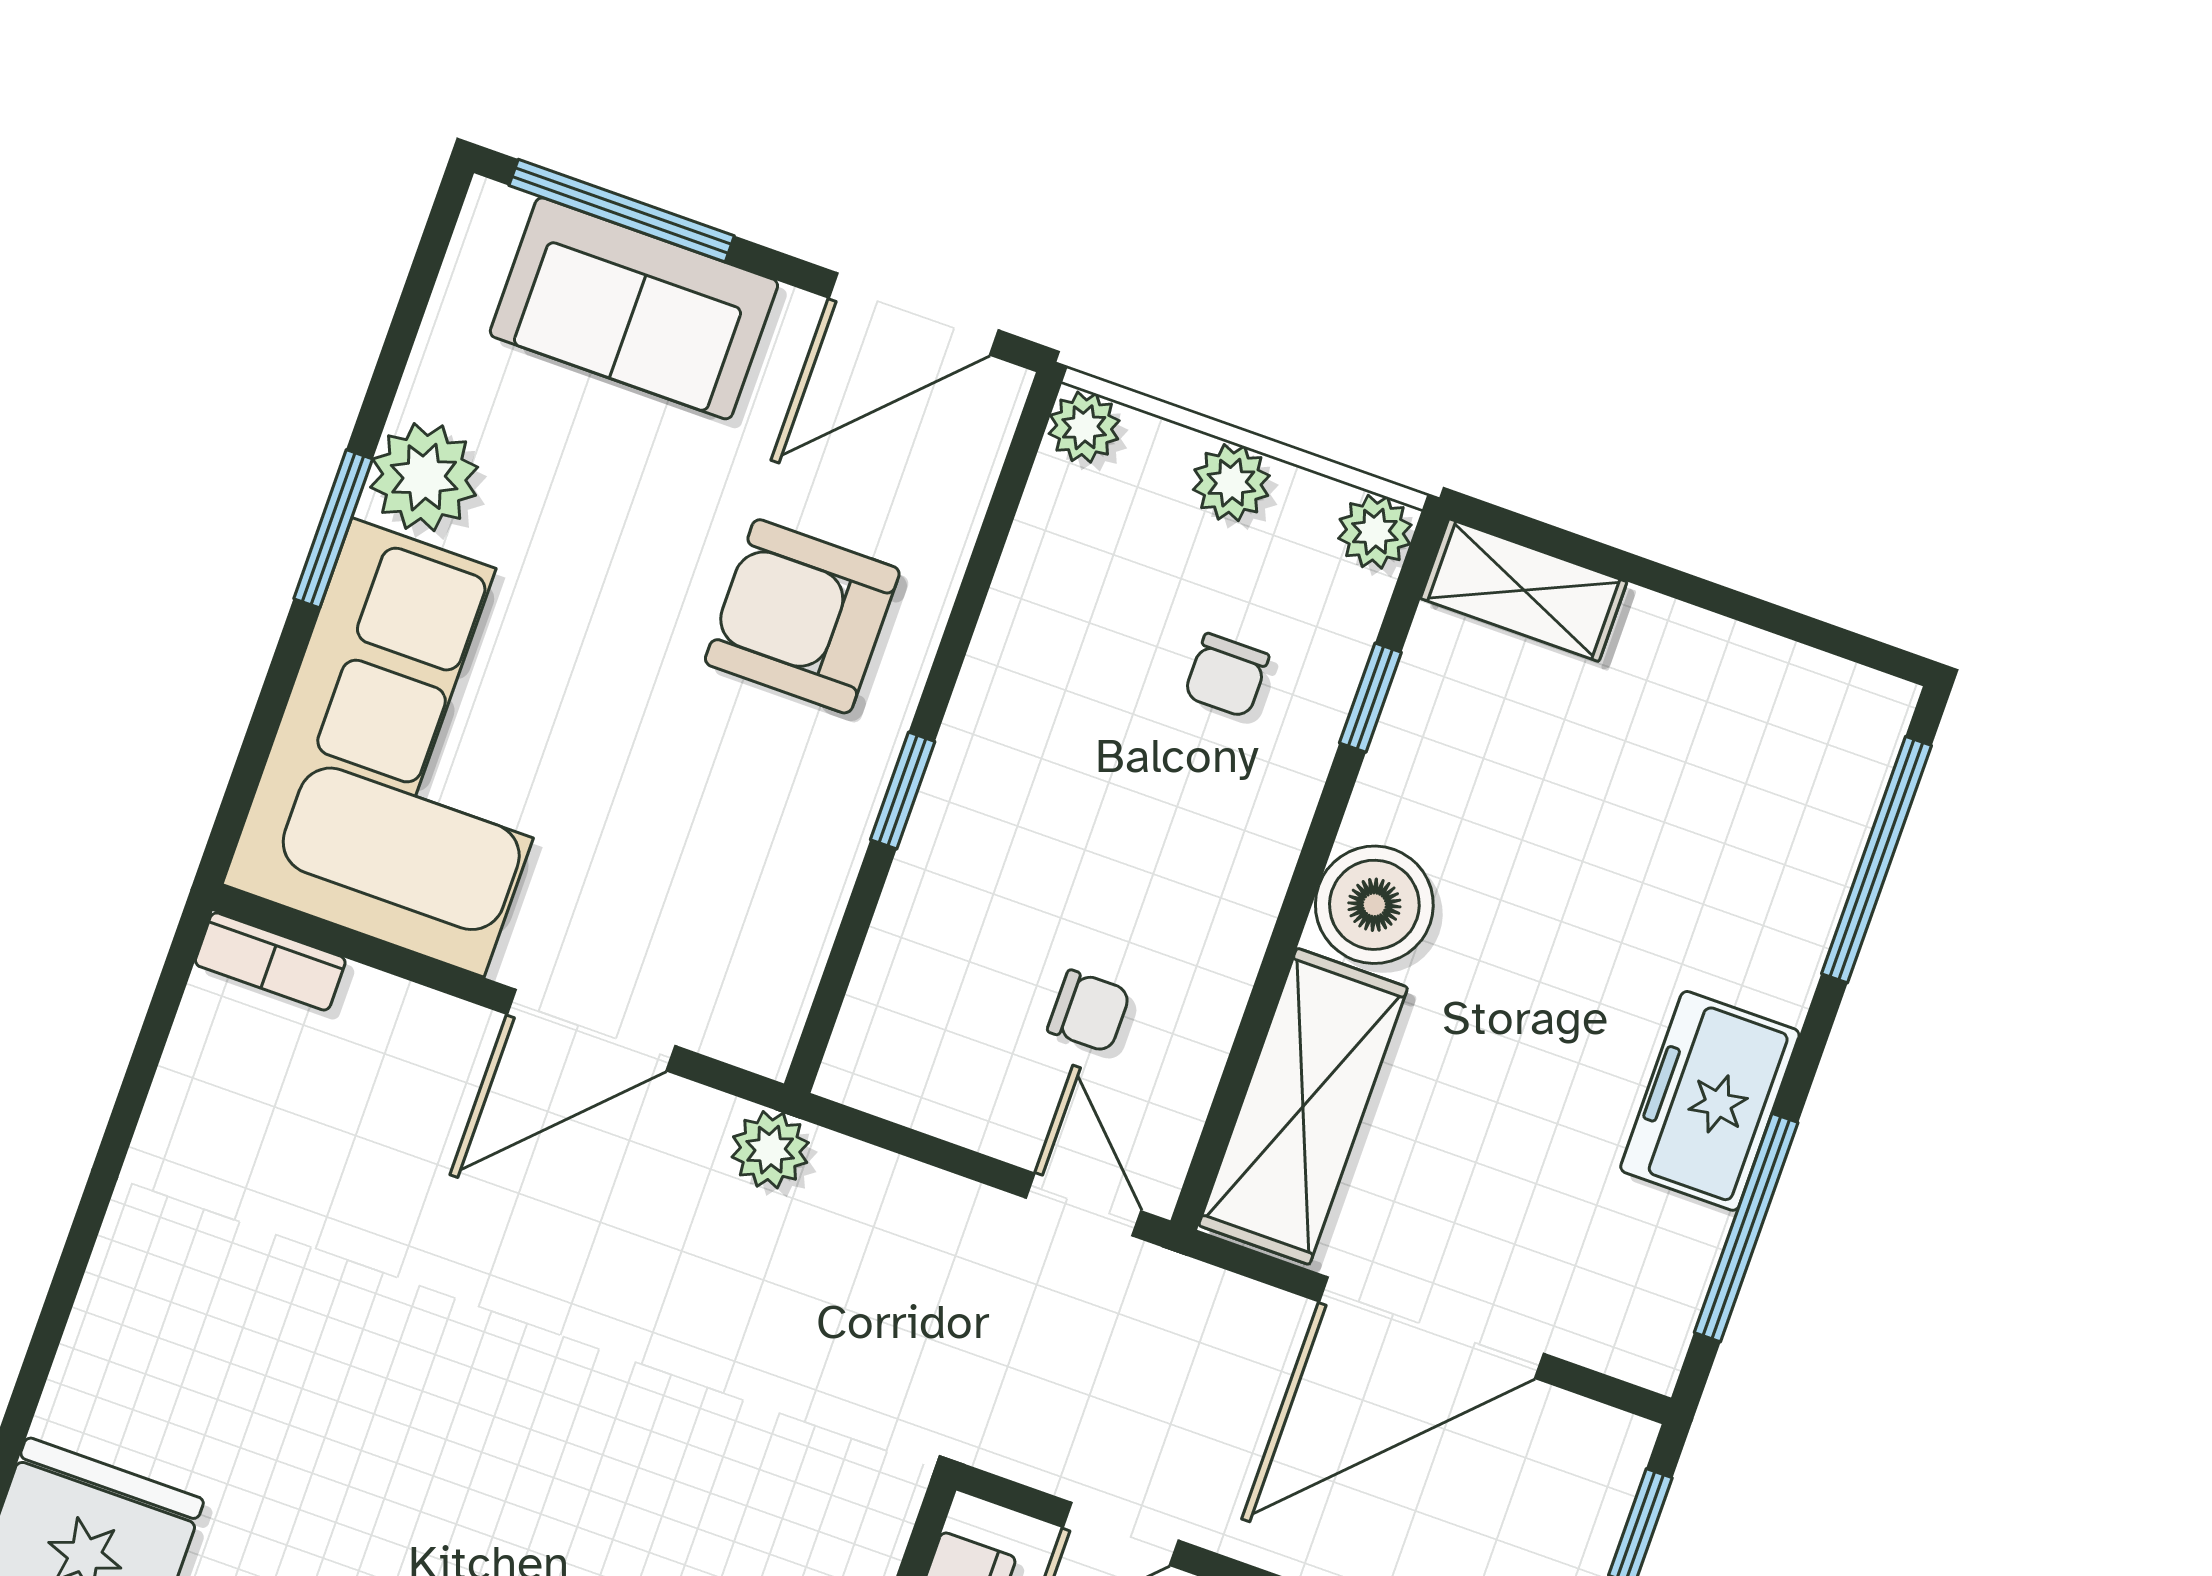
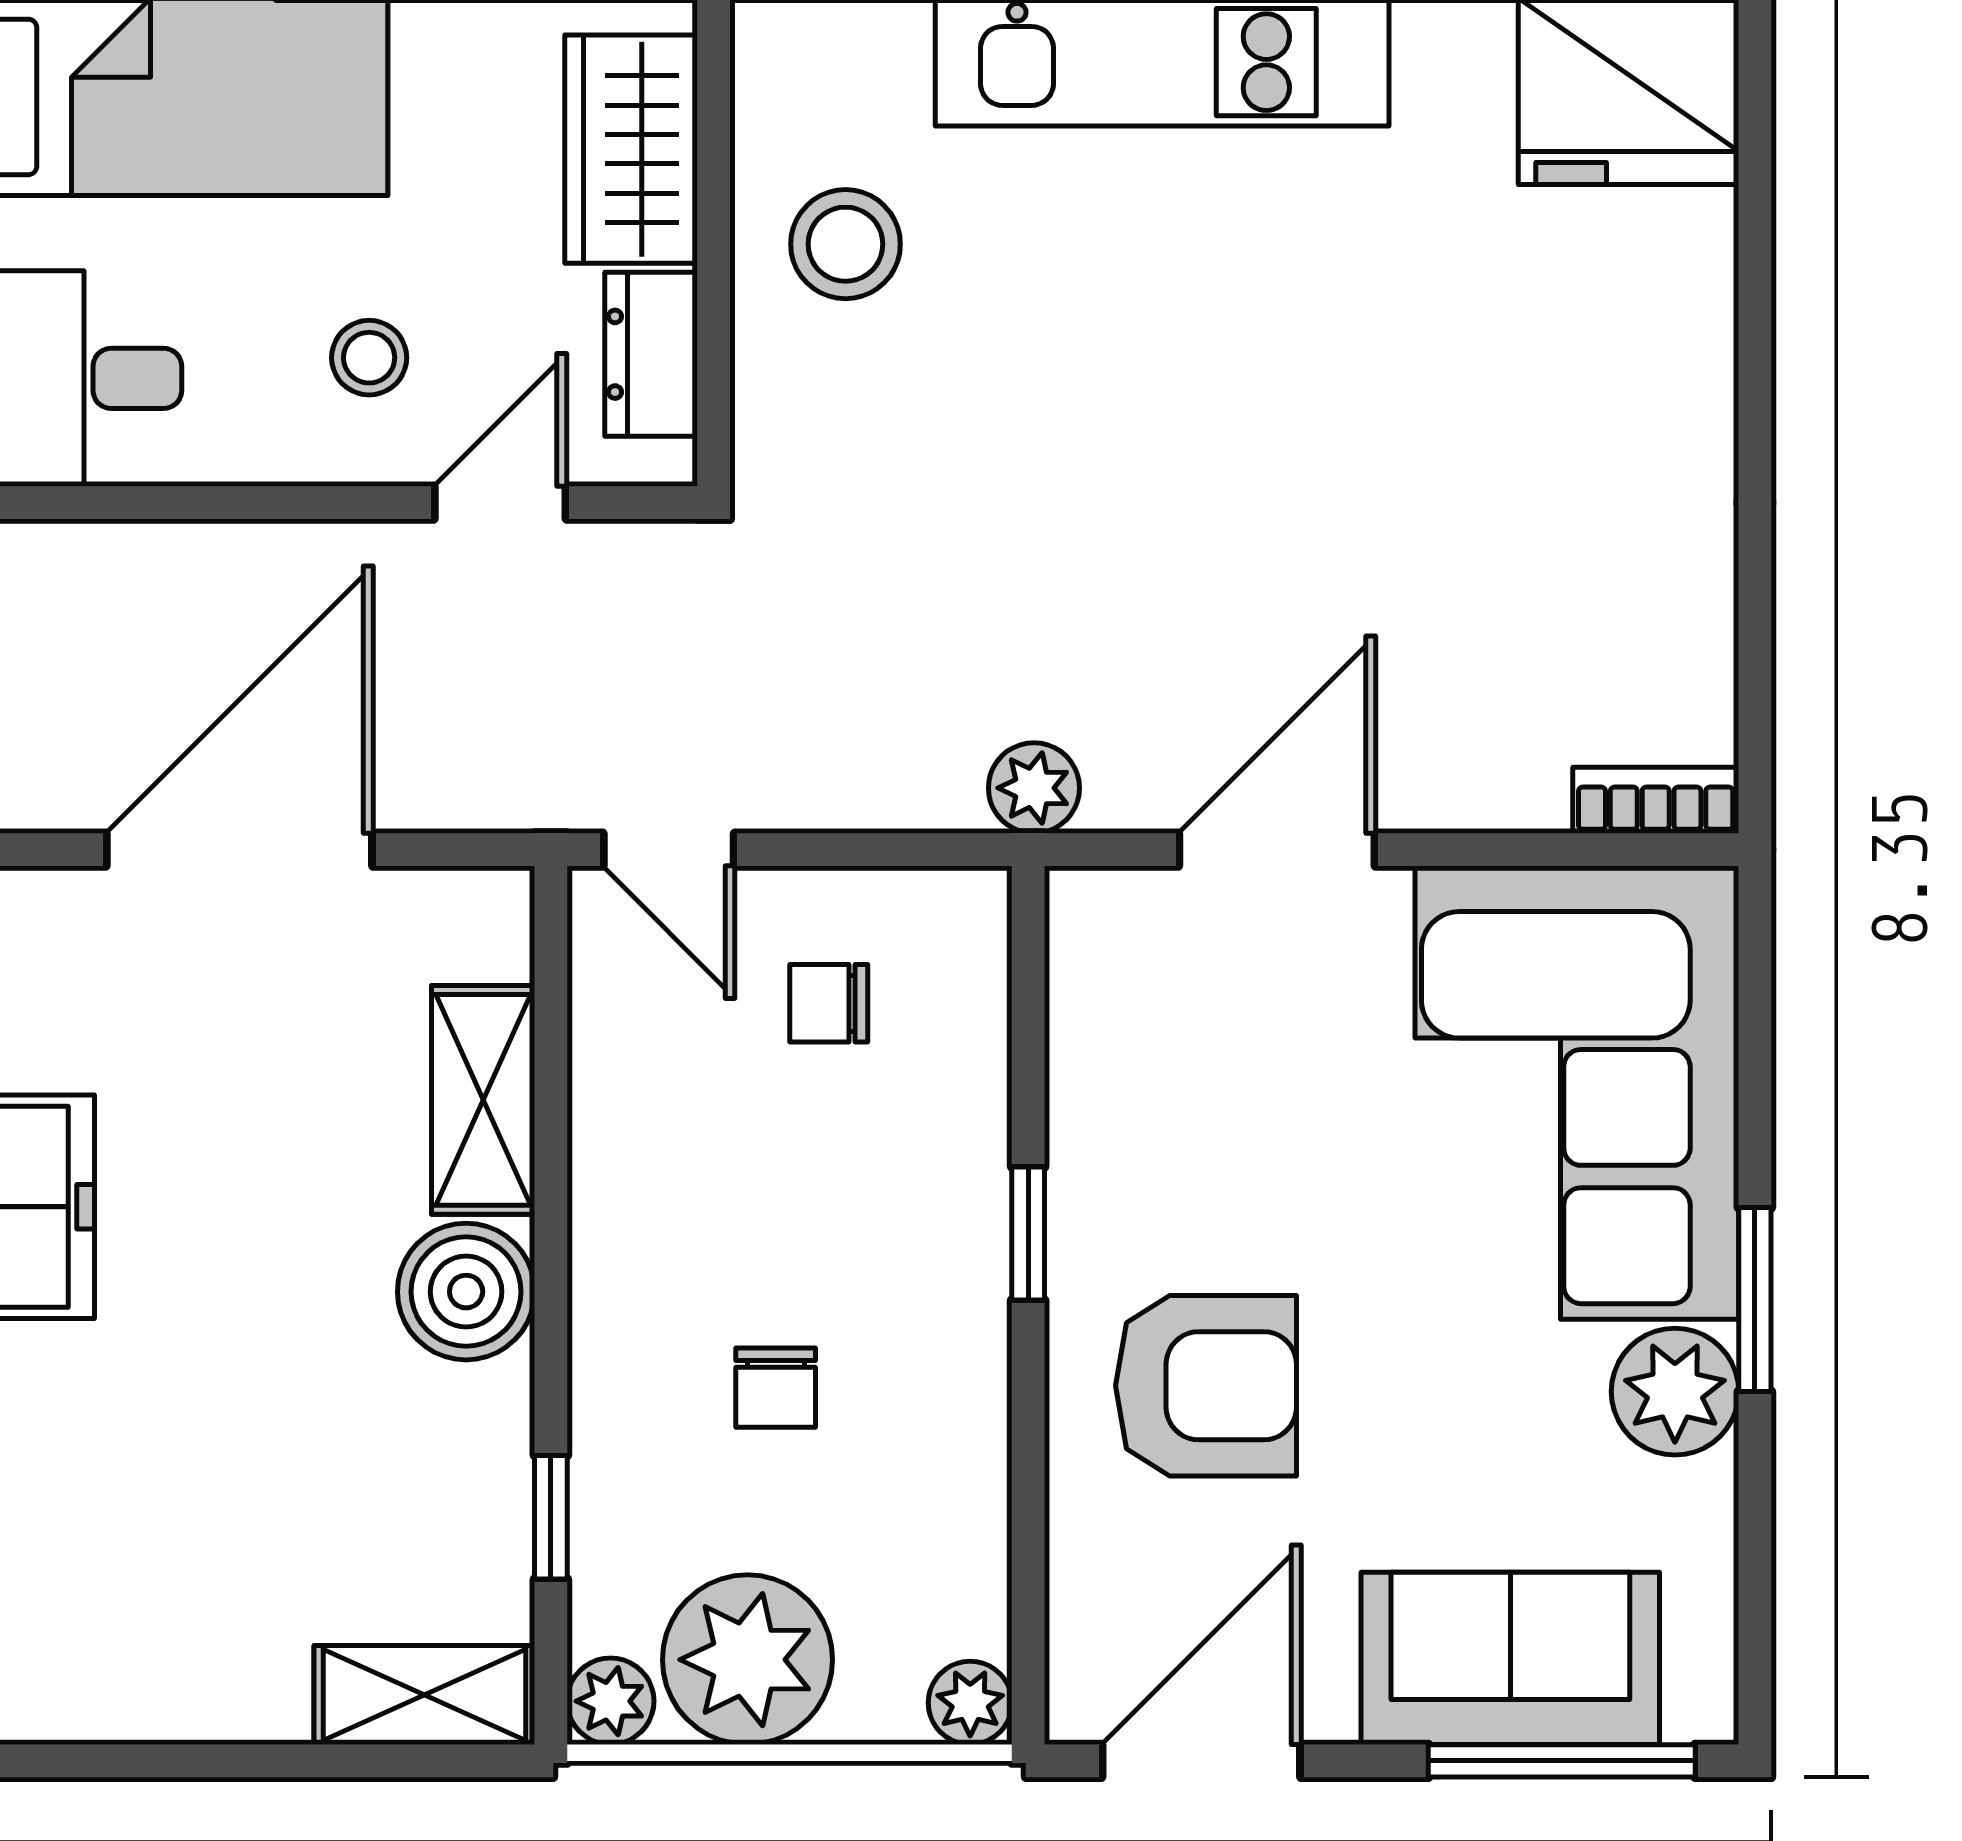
plant: (1231, 483) -> (747, 1660), width x1.87, depth x1.87
chair: (1227, 676) -> (776, 1388), moved, turned 180
chair: (1089, 1011) -> (829, 1003), moved
shelving: (1303, 1106) -> (483, 1100), width x0.67, depth x0.75

